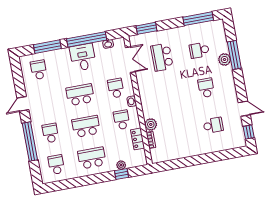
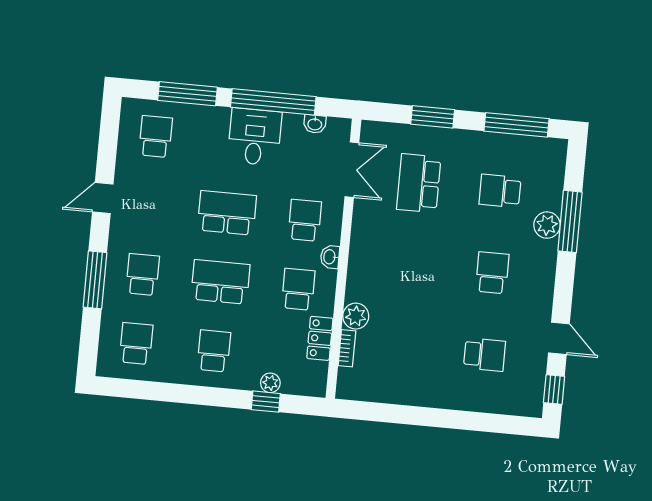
window: (146, 28) -> (433, 117), moved
window: (30, 141) -> (95, 280), width x0.68
school desk: (92, 158) -> (214, 351), width x0.54

